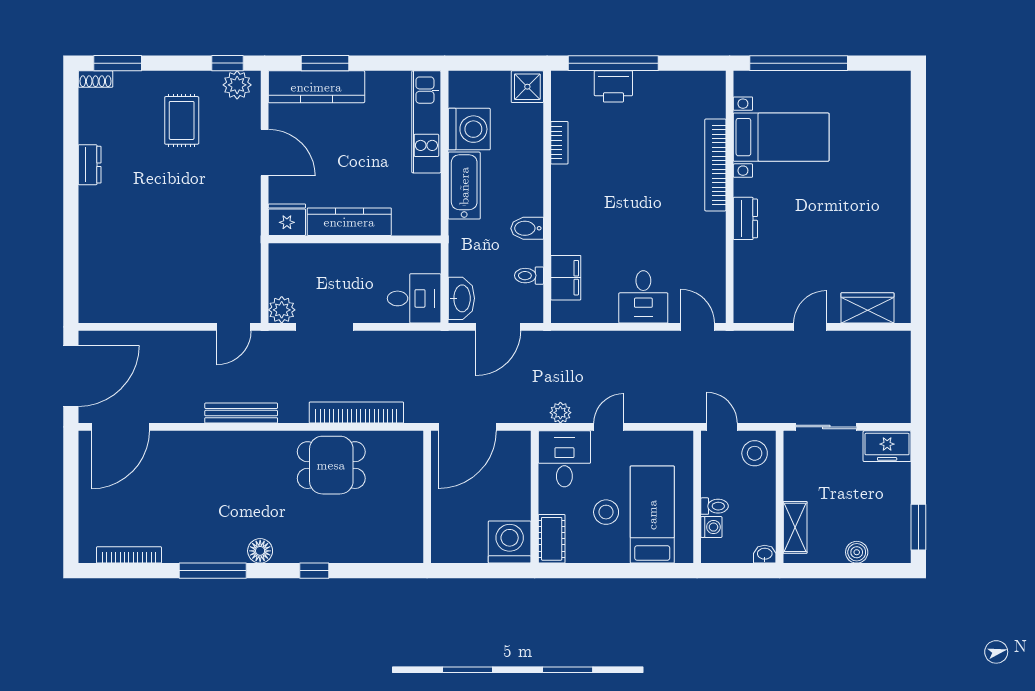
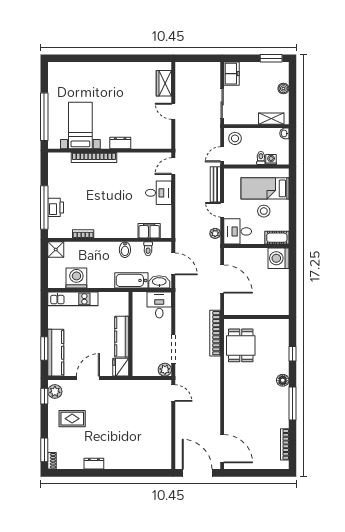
bathtub: (464, 186) -> (131, 280), moved
bench: (241, 413) -> (215, 184), moved
wall: (427, 497) -> (256, 317), moved

